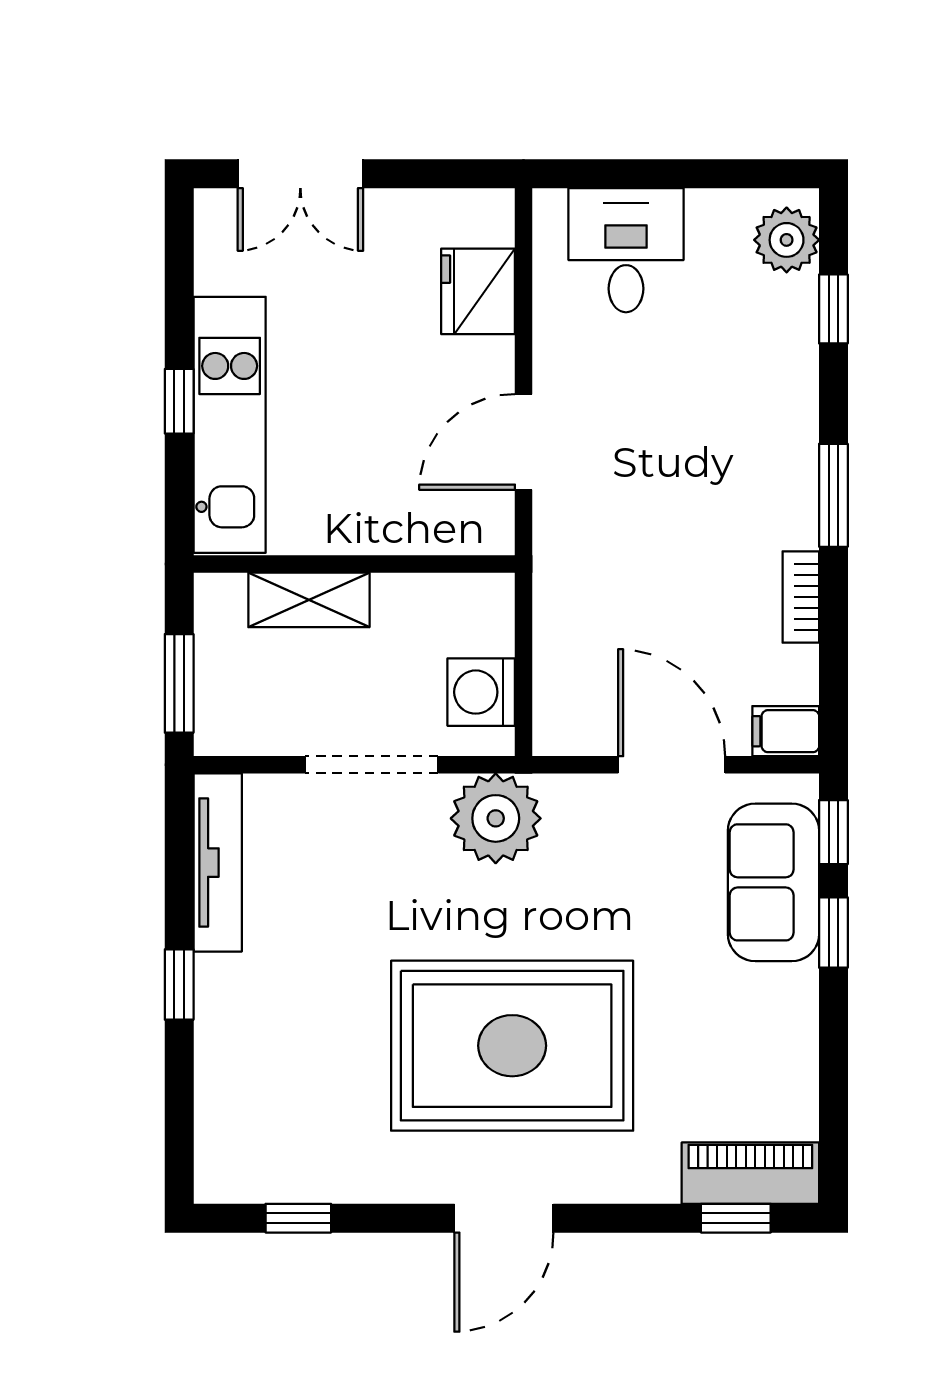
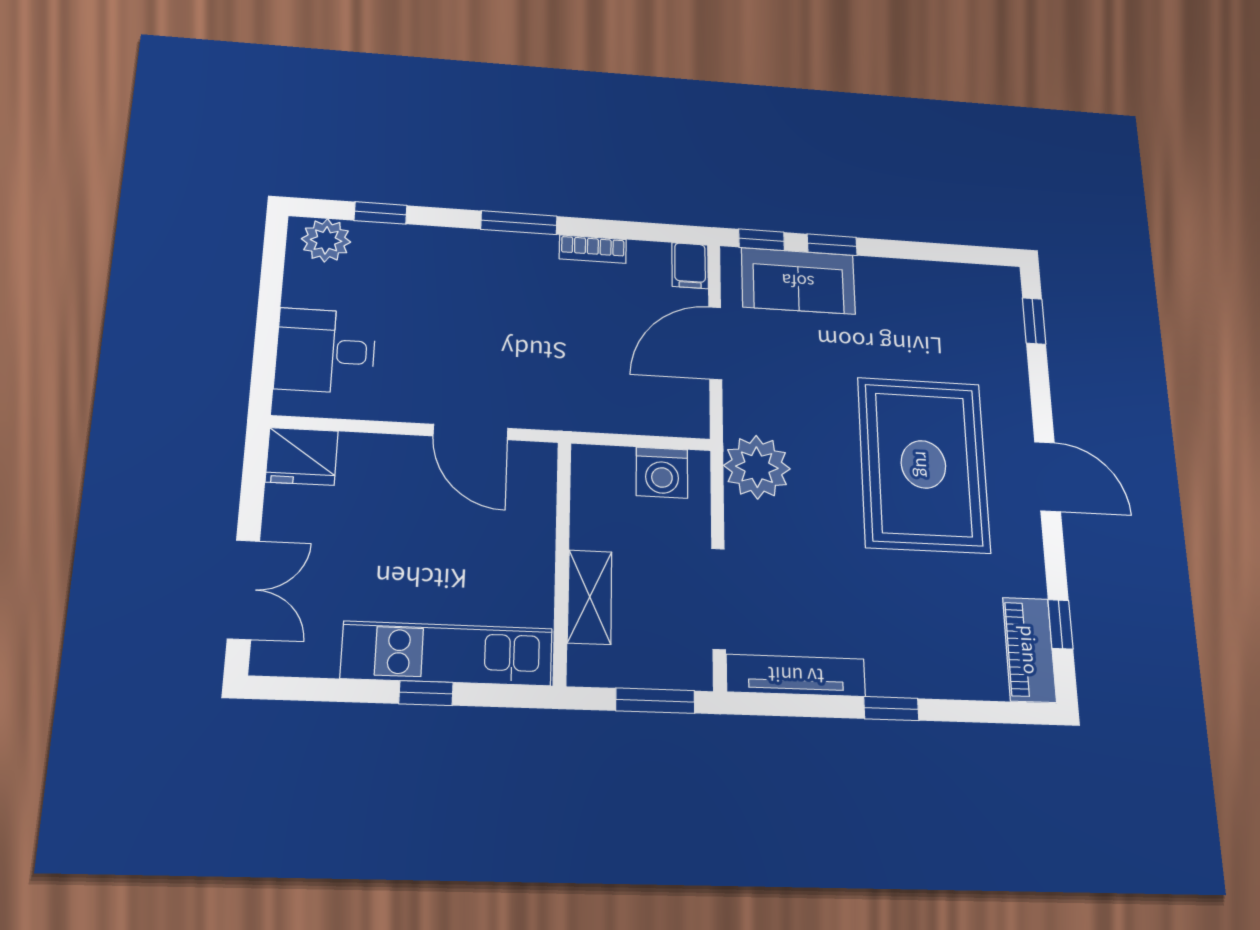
fridge: (478, 291) -> (302, 456), moved
doorway: (372, 765) -> (719, 599), moved
piano: (750, 1173) -> (1029, 650), moved

